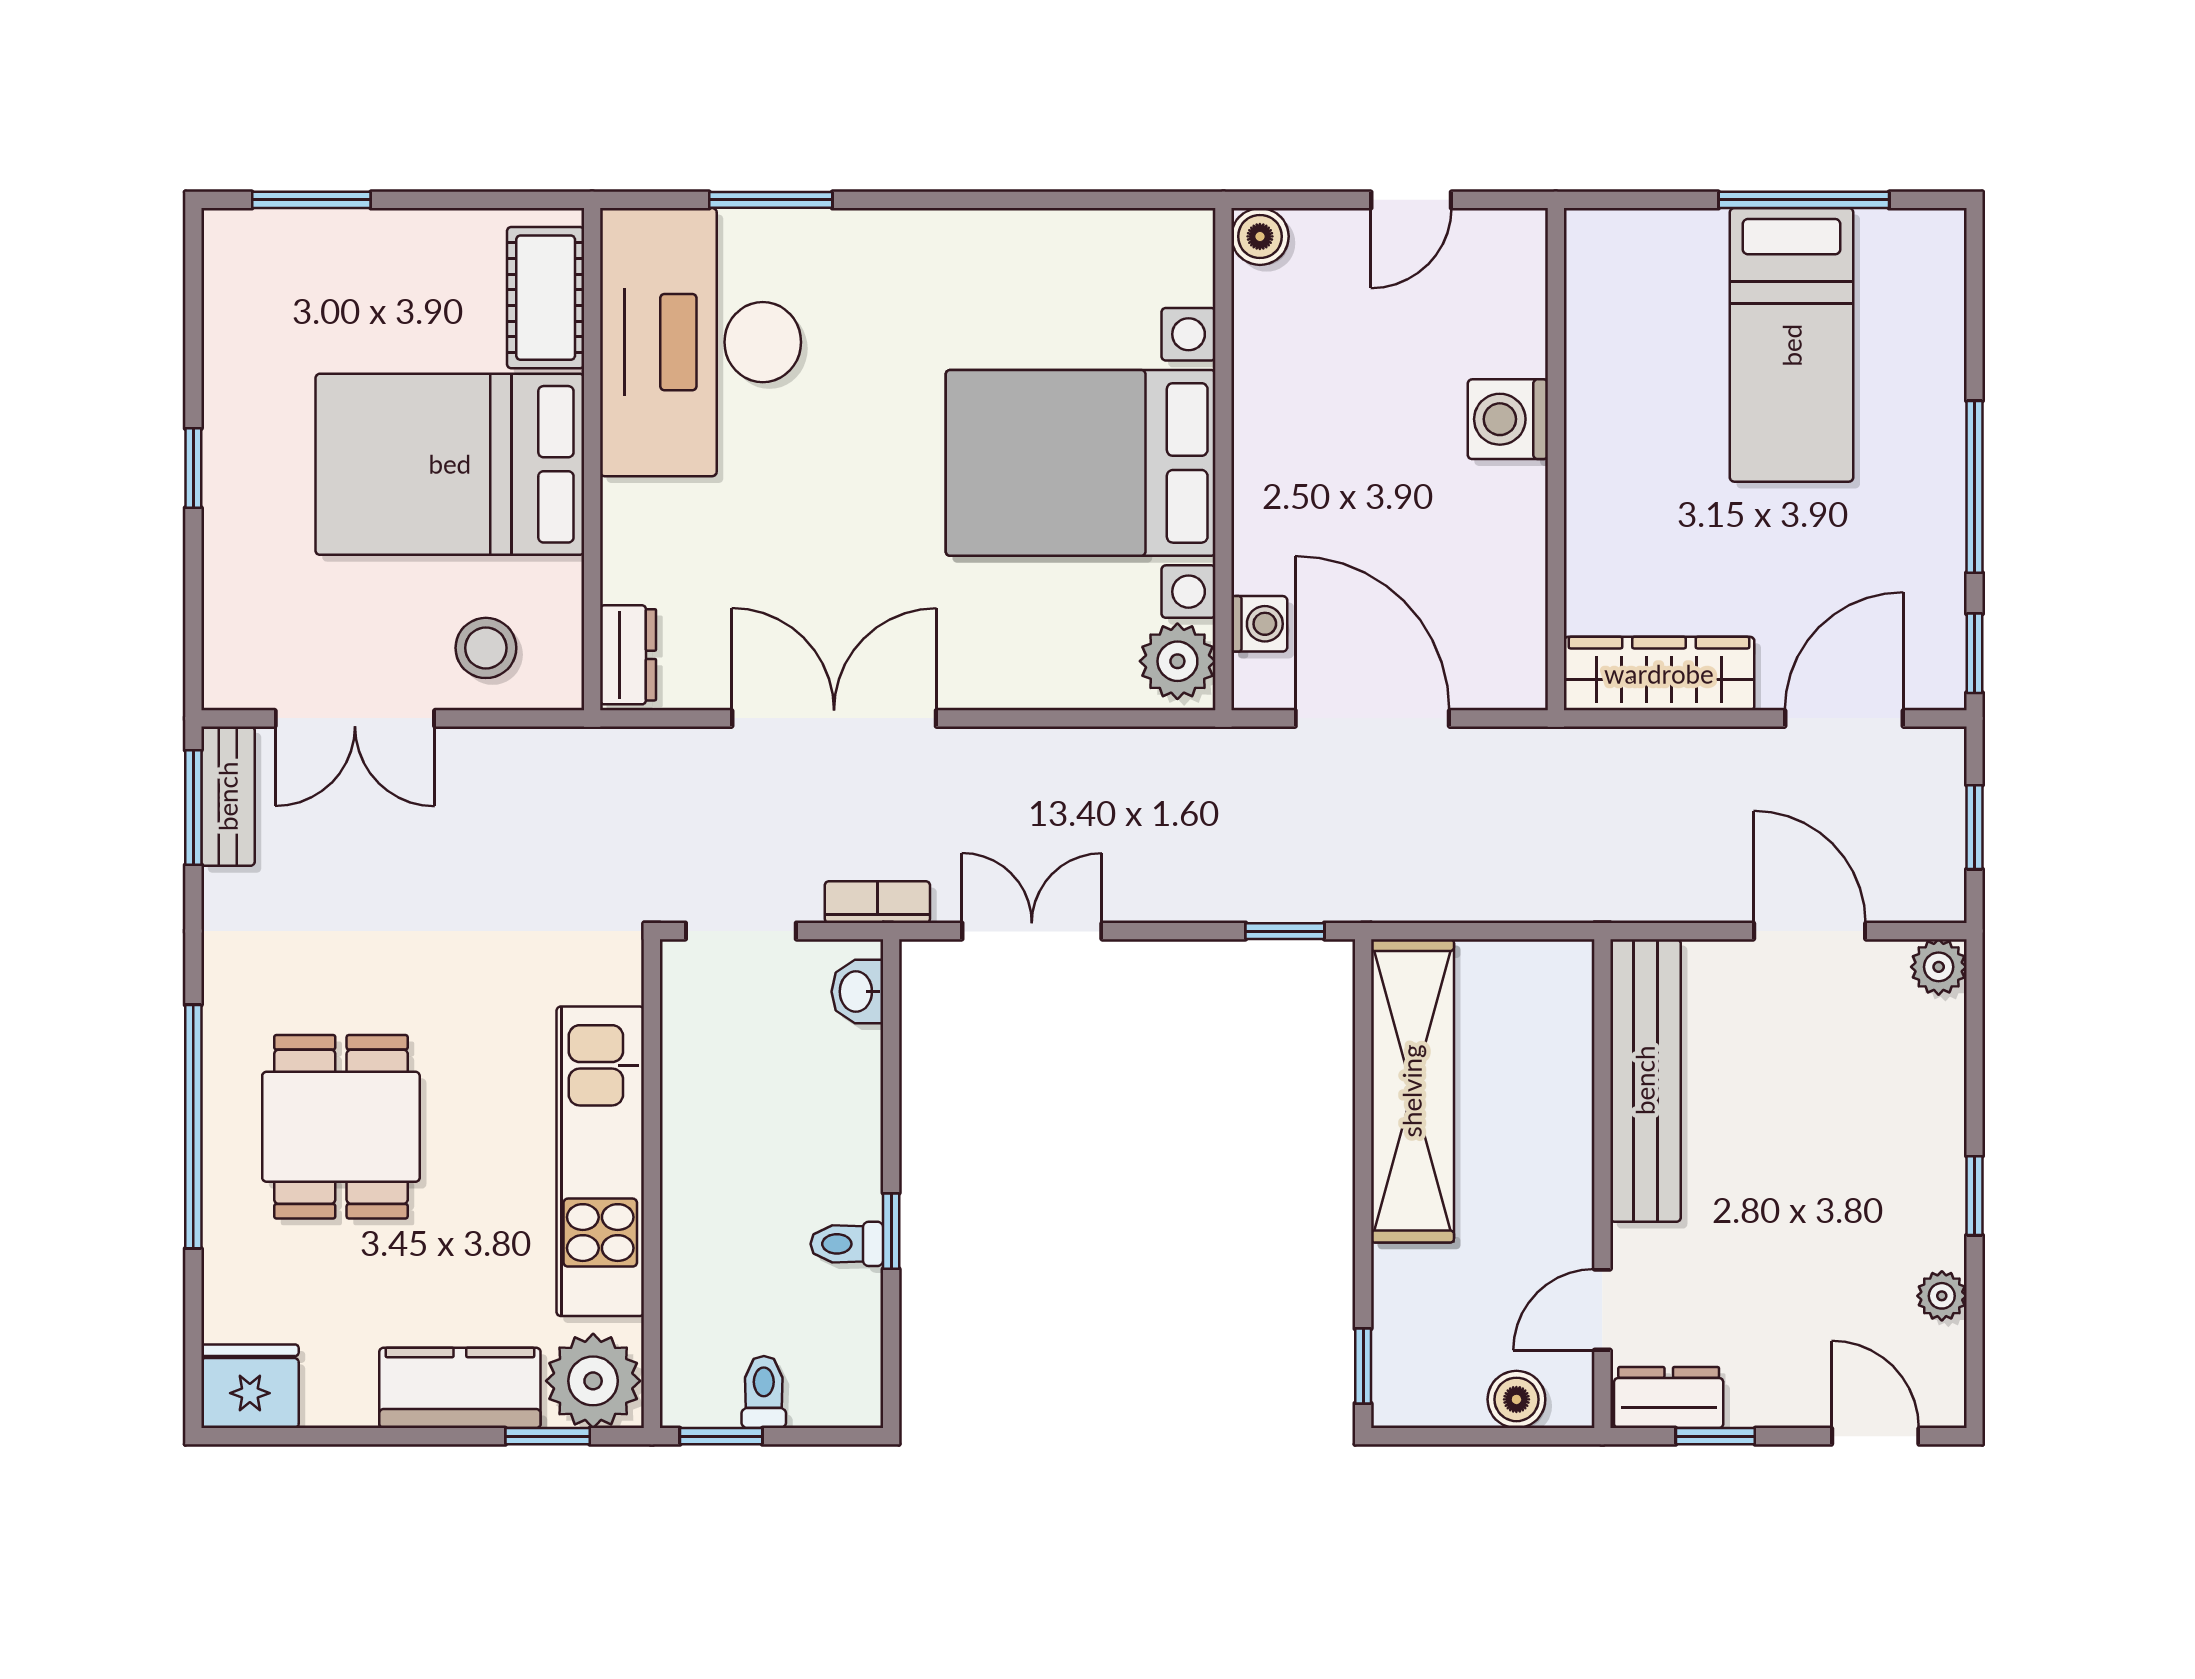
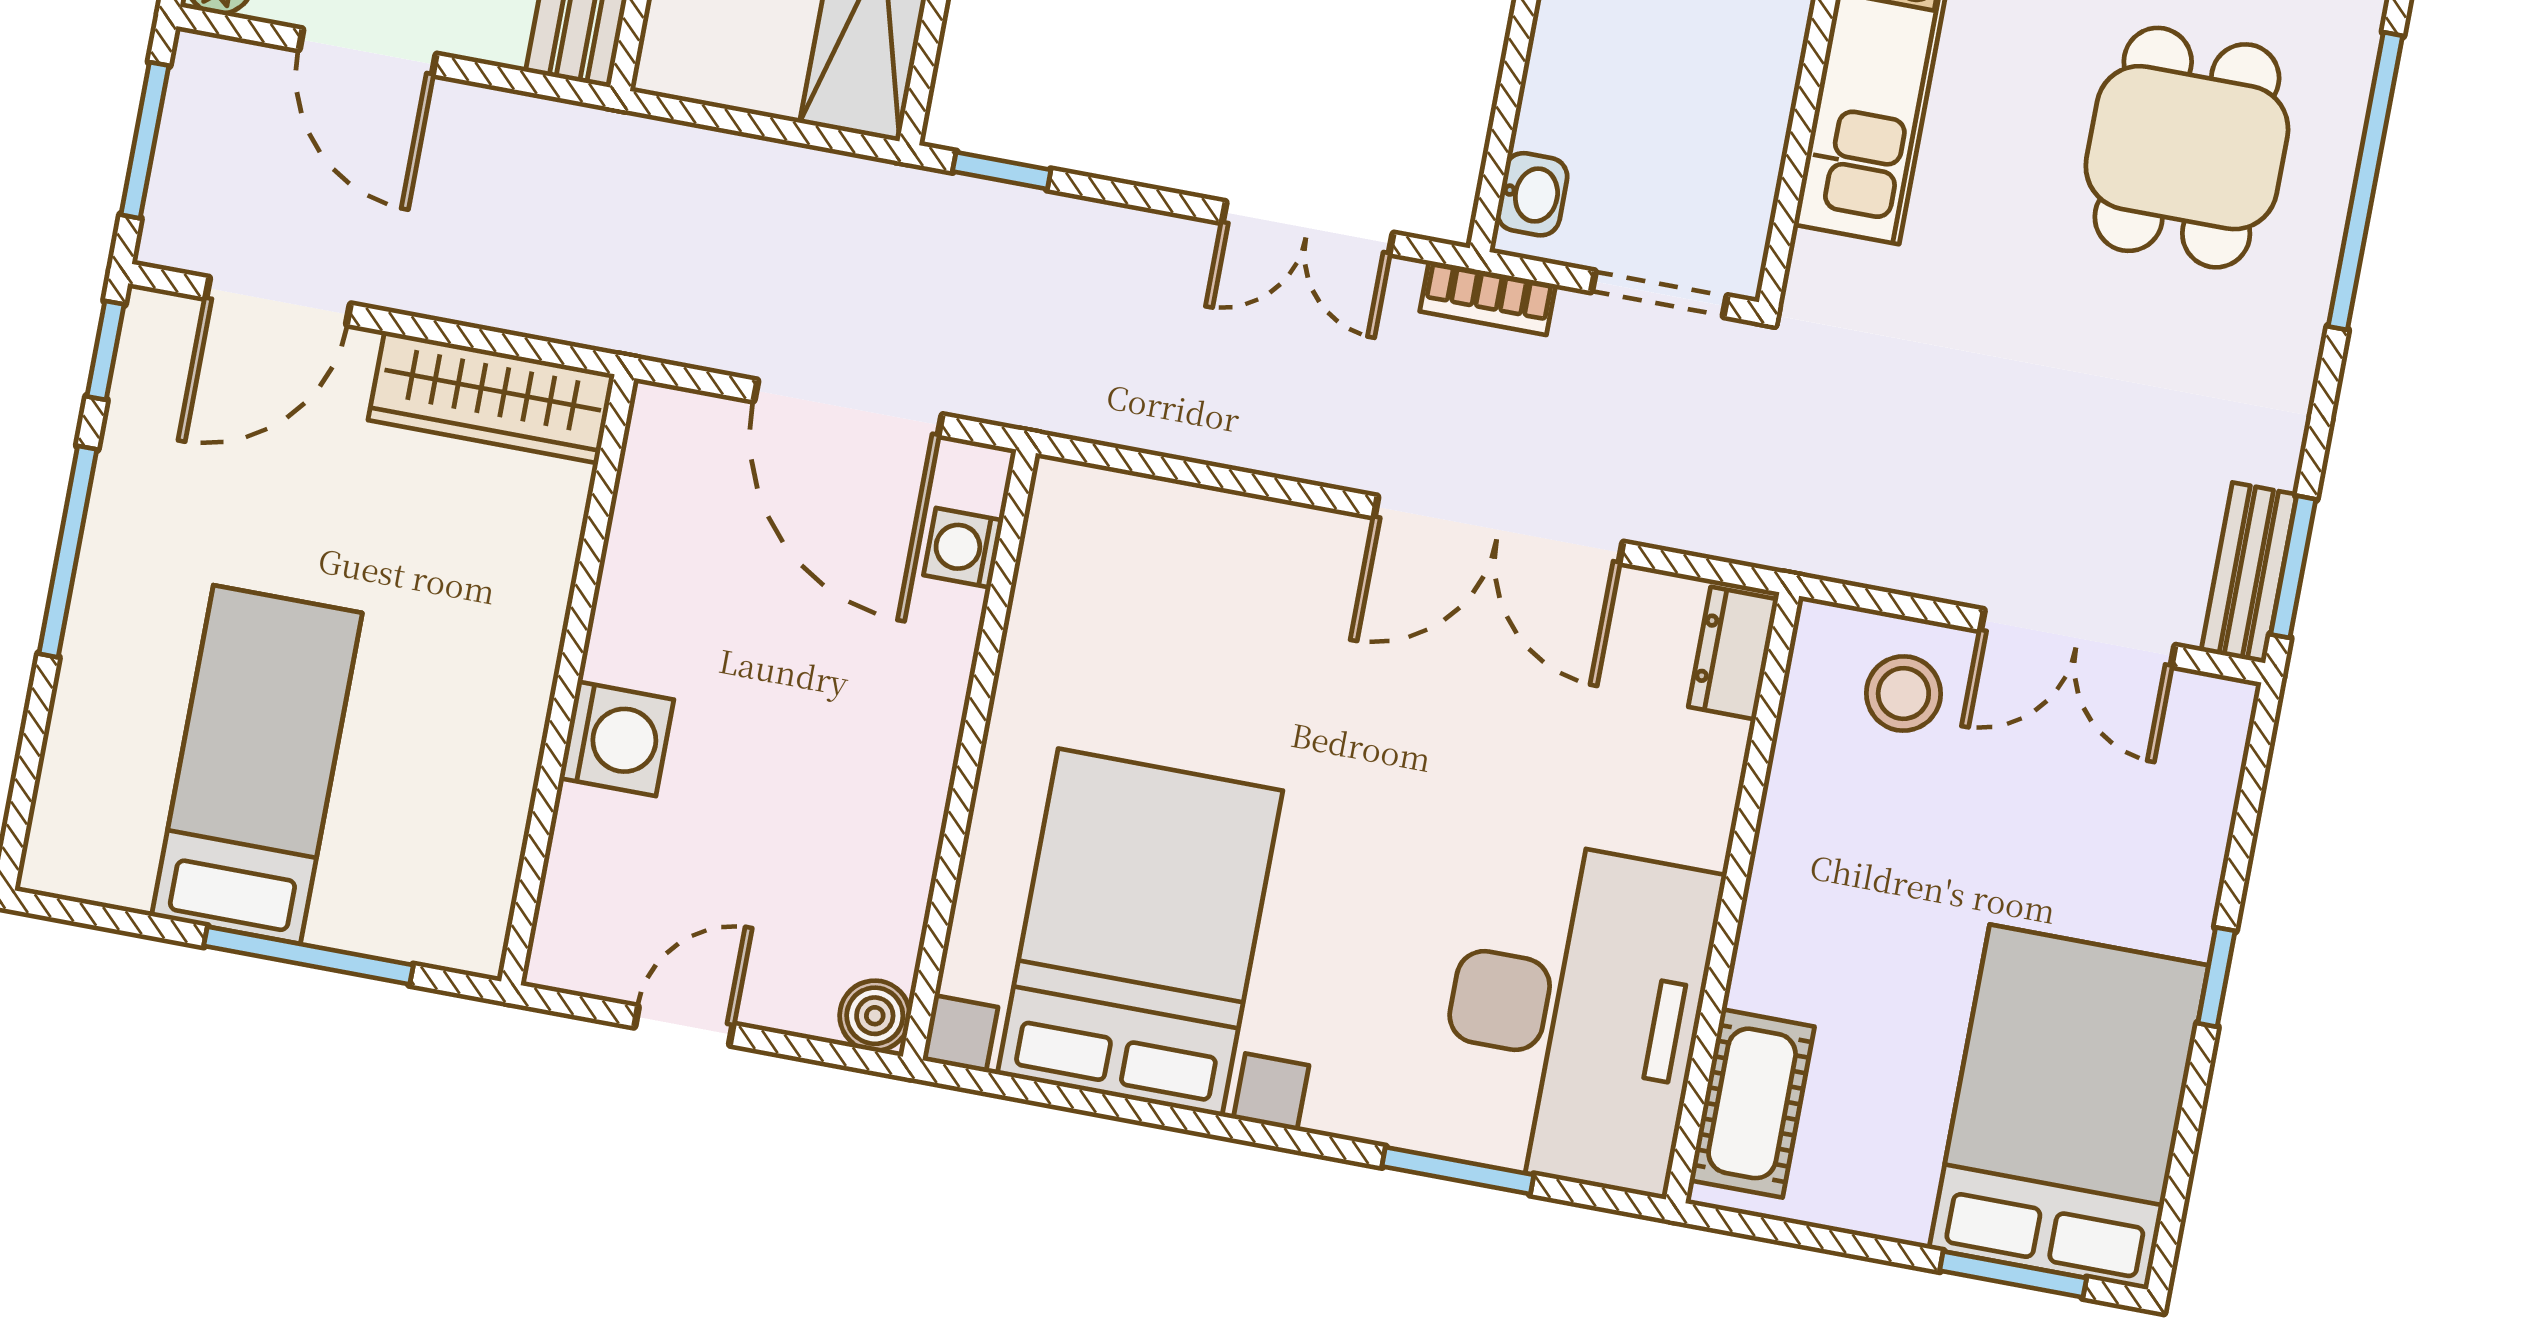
window: (1804, 200) -> (308, 955), moved
bed with nightstands: (1081, 463) -> (1140, 932), moved, turned -90
bed: (450, 464) -> (2069, 1107), moved, turned -90
plant: (1177, 661) -> (1071, 521), removed
double door: (355, 718) -> (2078, 638), swing flipped
window: (1974, 827) -> (145, 140), width x1.50

